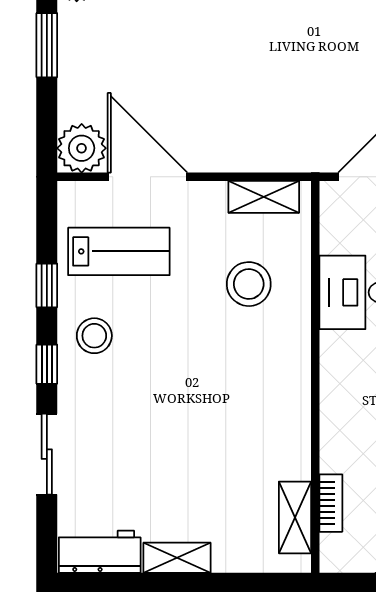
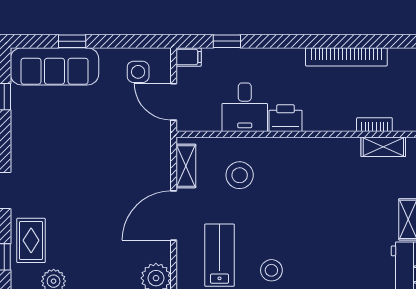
door: (148, 177) -> (174, 215), moved
printer: (341, 359) -> (286, 118), added

